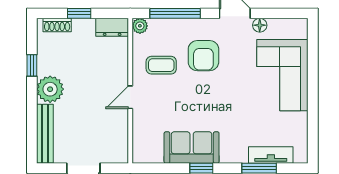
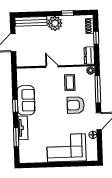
tv unit: (271, 155) -> (23, 128), moved

